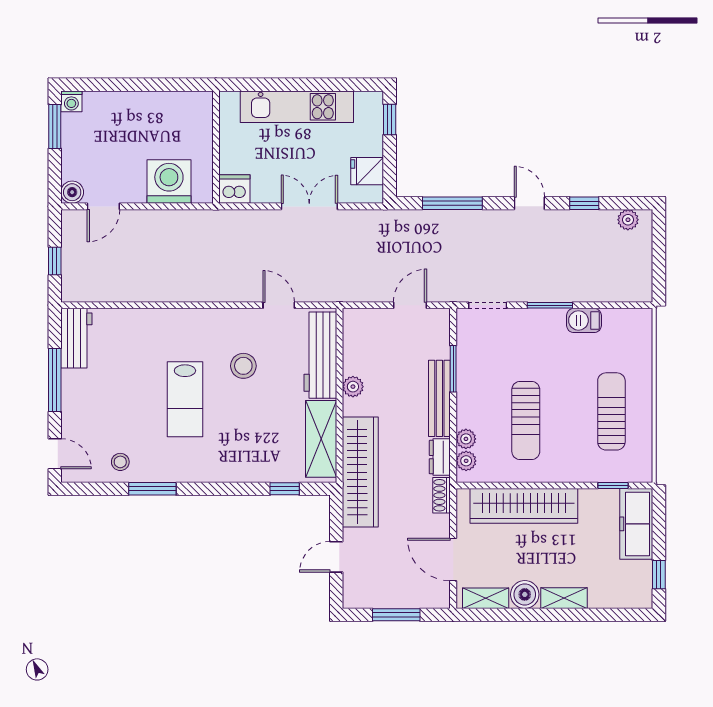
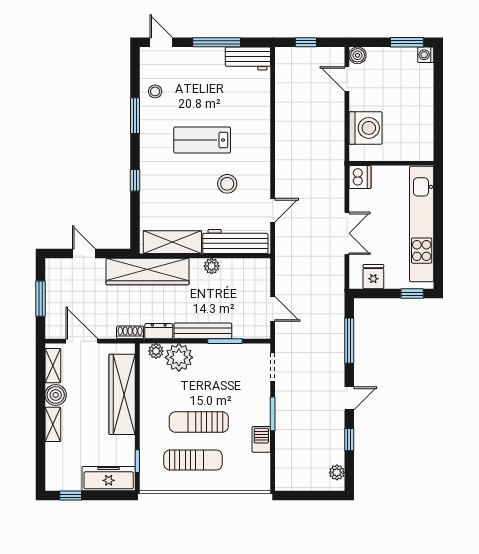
kitchen unit: (297, 107) -> (422, 224), width x1.36
sun lounger: (526, 421) -> (199, 422), moved
plant: (466, 439) -> (179, 357), width x1.87, depth x1.87
door: (55, 454) -> (161, 42), swing flipped
window: (285, 489) -> (135, 180), moved
door: (453, 560) -> (82, 341), hinge flipped

